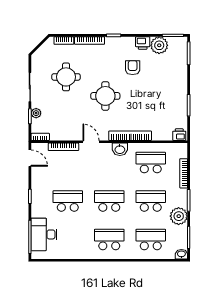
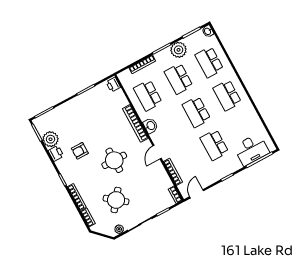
round table: (66, 77) -> (116, 200), turned 38
plant: (36, 113) -> (119, 229), moved

